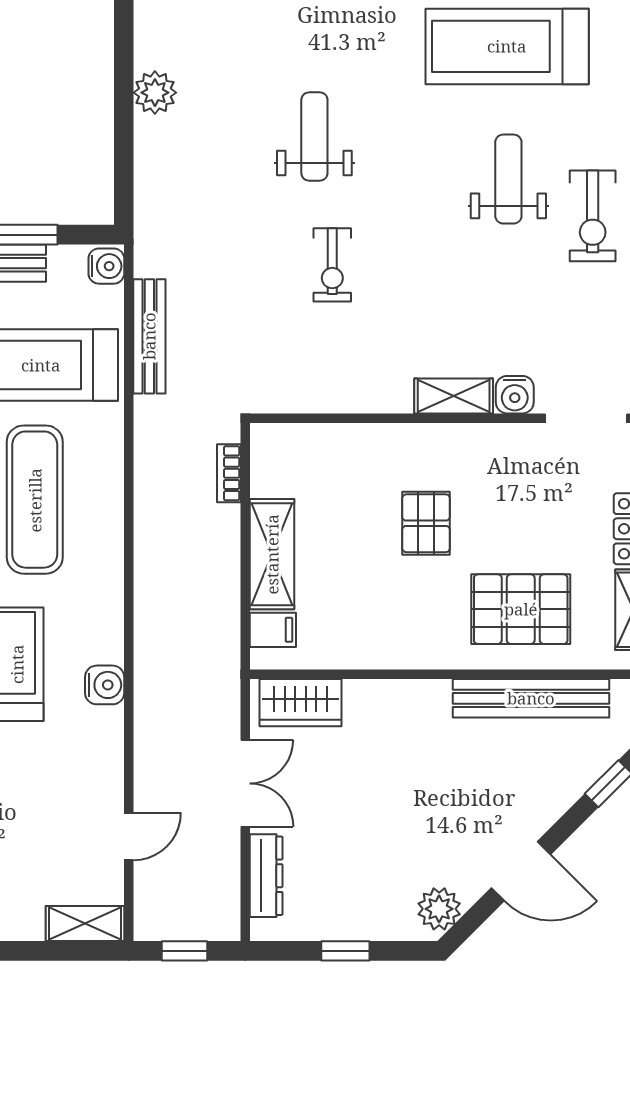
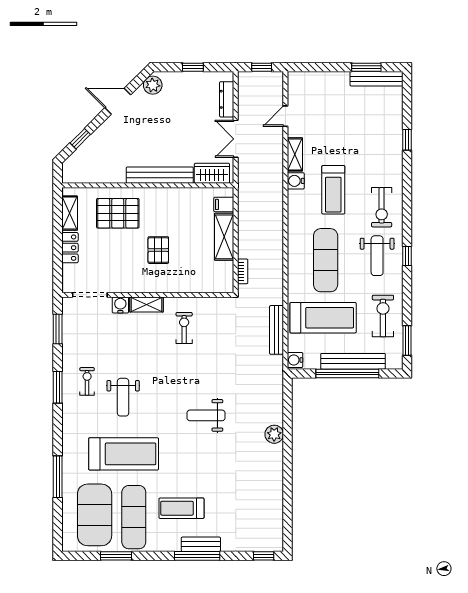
weight bench: (314, 136) -> (206, 415), turned 90
exercise bike: (593, 216) -> (87, 381), width x0.73, depth x0.72
exercise bike: (332, 265) -> (184, 328), moved
bench: (531, 698) -> (160, 175), moved
shelving: (85, 924) -> (295, 154), moved, turned 90

